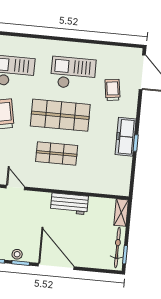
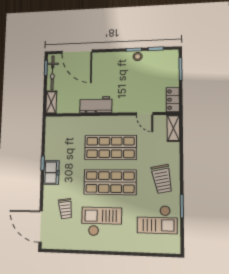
checkout: (73, 73) -> (102, 222), turned 180
freezer: (126, 137) -> (51, 173), width x0.71
shop shelf: (57, 153) -> (110, 147), width x1.43, depth x1.36
door: (56, 266) -> (77, 52), moved

